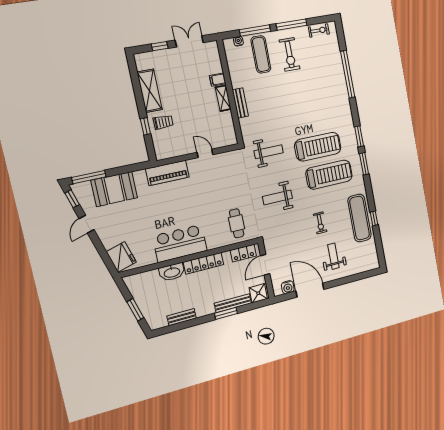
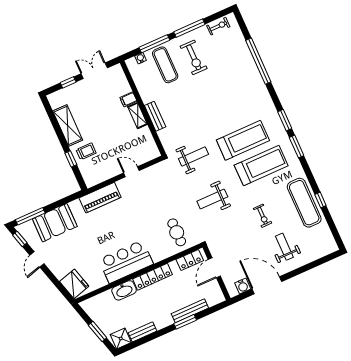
shower: (258, 293) -> (121, 338), moved

